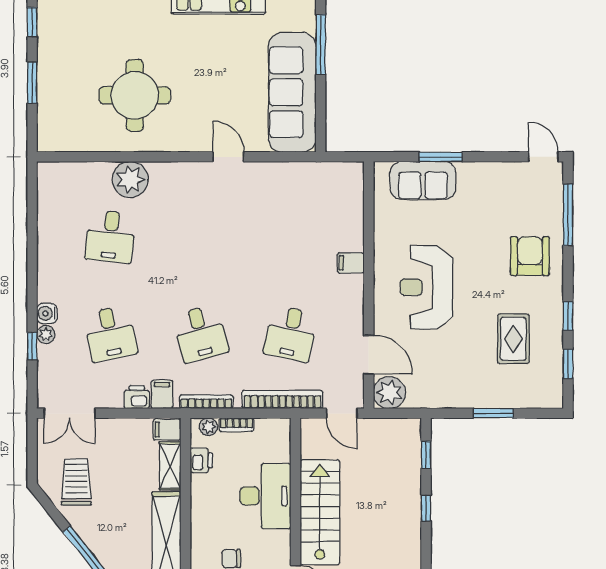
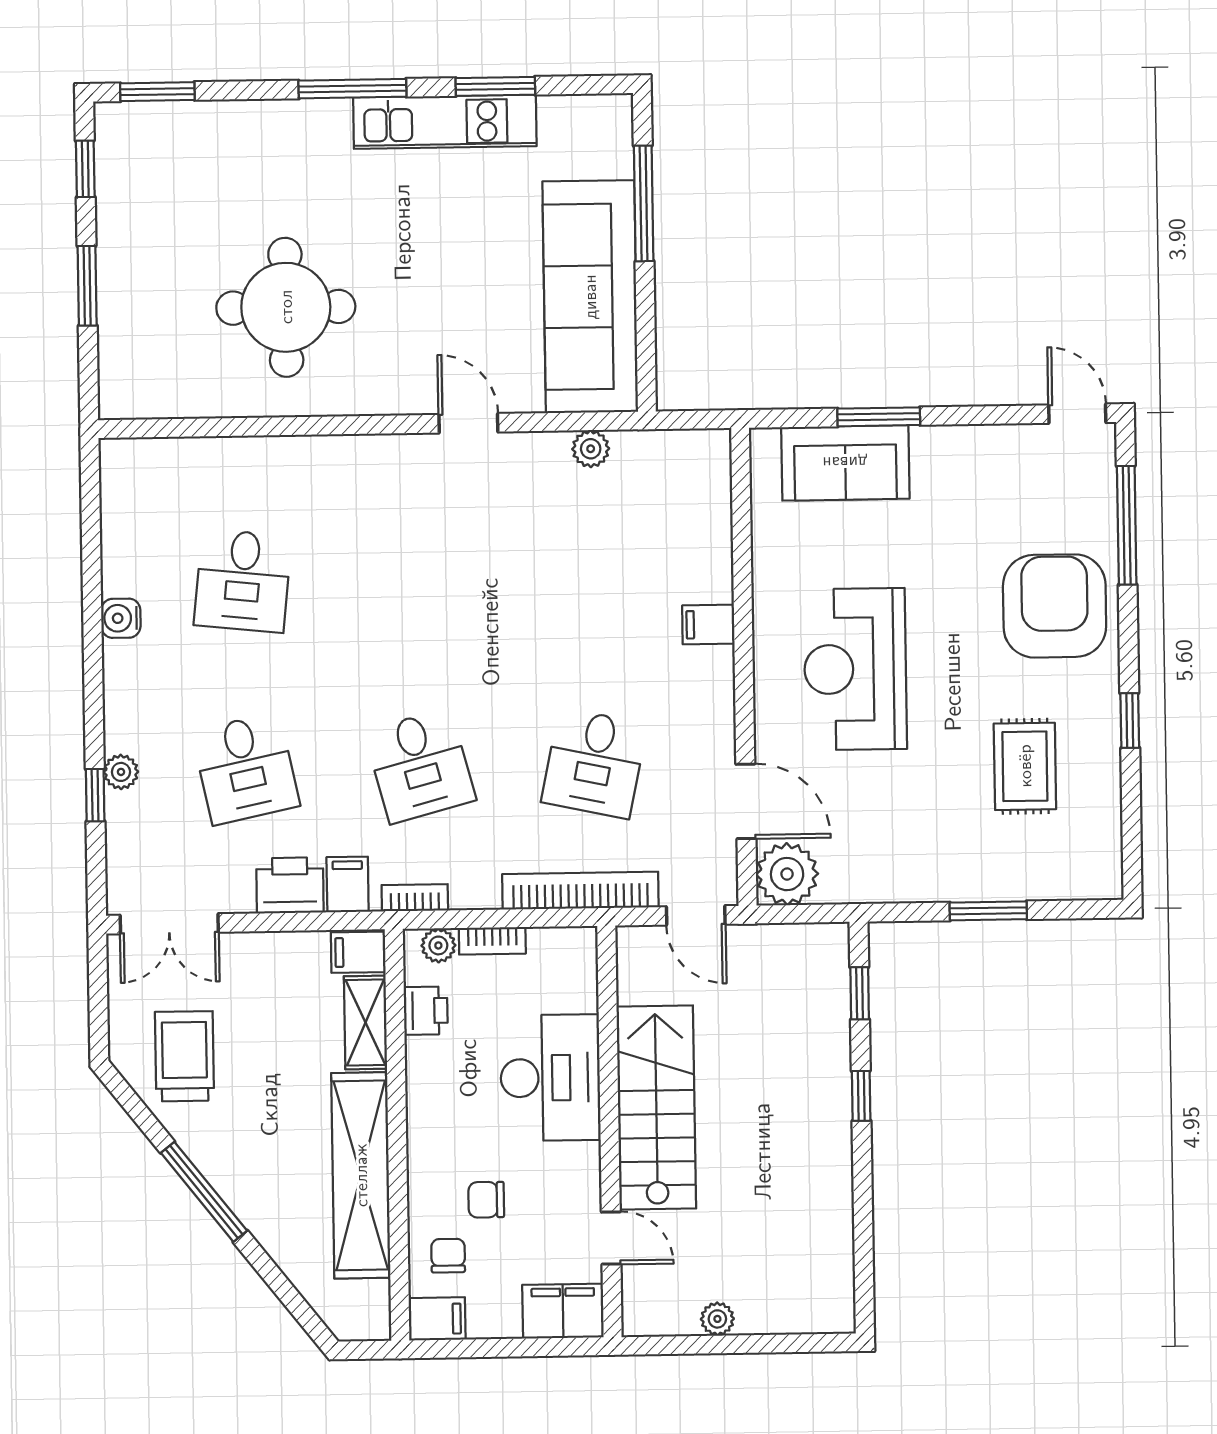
plant: (130, 179) -> (591, 449), moved, width x0.53, depth x0.53
armchair: (530, 256) -> (1055, 606), width x1.36, depth x1.36
water cooler: (47, 313) -> (121, 618), moved
window: (568, 364) -> (1131, 813), removed
printer: (137, 397) -> (290, 885), width x1.36, depth x1.24
bookcase: (206, 402) -> (415, 898), width x0.64

